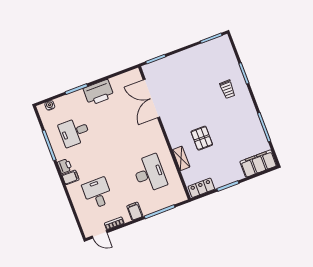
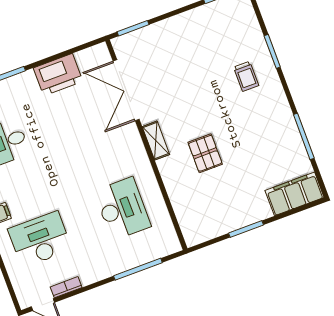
printer: (99, 93) -> (58, 75), moved
shelving: (181, 158) -> (156, 141), moved
locker: (201, 188) -> (204, 232), removed
desk: (97, 193) -> (40, 239), width x1.37
filing cabinet: (135, 211) -> (99, 268), removed

